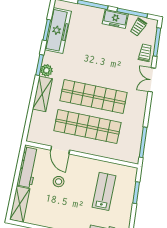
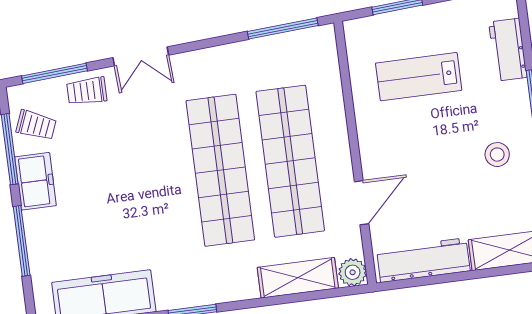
plant: (46, 70) -> (353, 272), moved
shelving: (42, 94) -> (298, 278), moved
stool: (59, 182) -> (497, 155), moved

